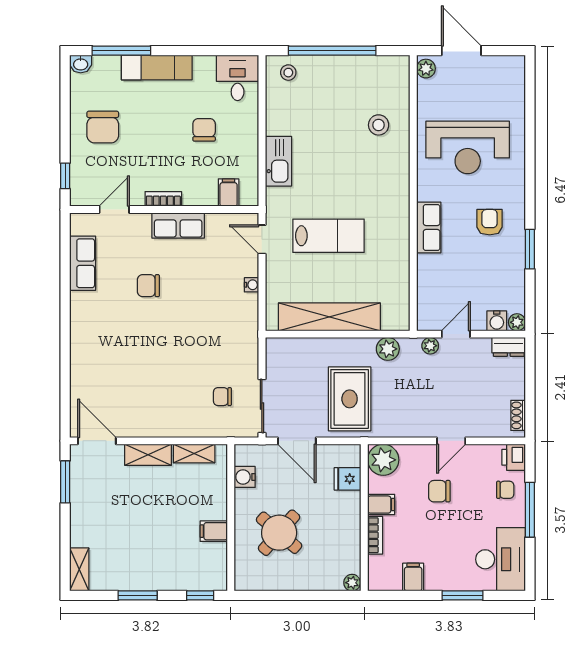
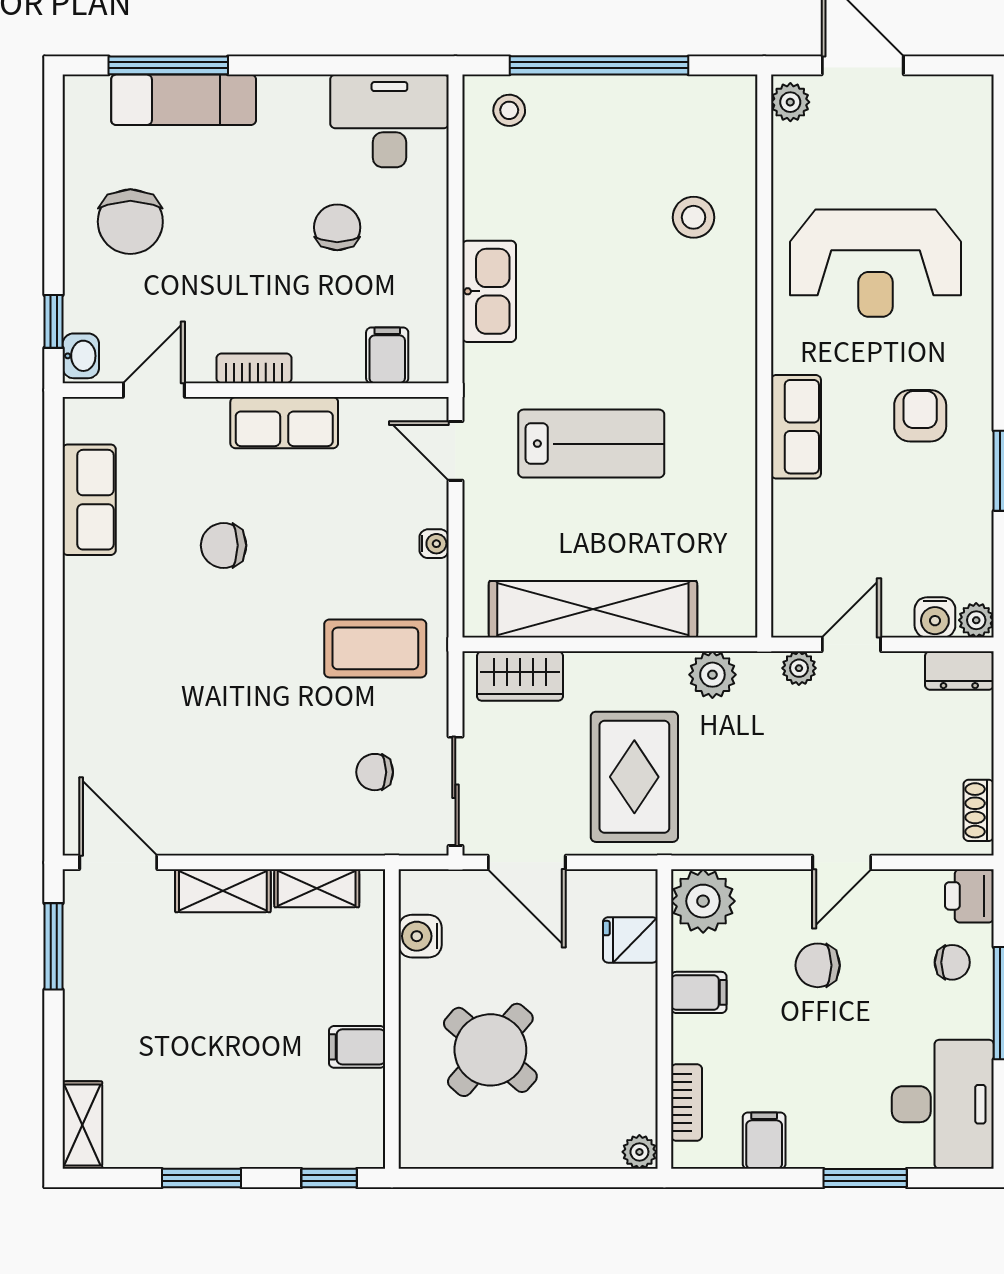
washbasin: (81, 64) -> (81, 356), moved, turned -90
exam couch: (157, 67) -> (184, 100), moved
desk: (238, 78) -> (389, 121), width x1.37
coffee table: (223, 336) -> (375, 648), added
wardrobe: (294, 350) -> (520, 676), added
bookcase: (375, 535) -> (687, 1102), moved

